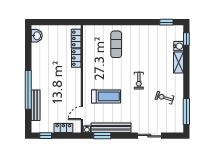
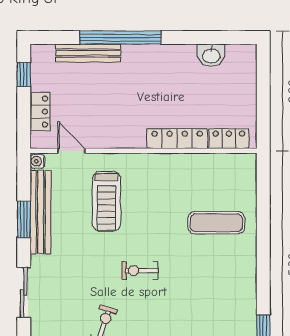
washbasin: (37, 36) -> (211, 55), moved
locker: (76, 58) -> (177, 139), width x1.53
window: (102, 136) -> (24, 219), moved

